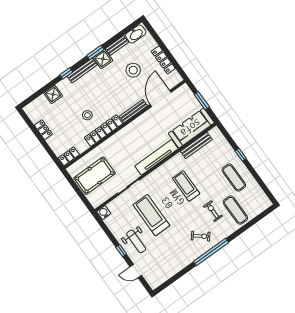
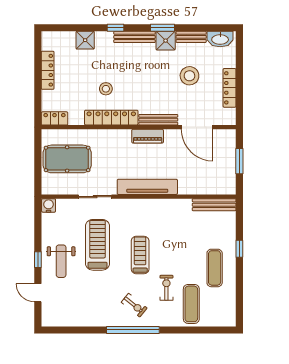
door: (161, 98) -> (197, 127), swing flipped
piano: (134, 126) -> (148, 136), added
sofa: (191, 128) -> (207, 182), removed
locker: (43, 130) -> (48, 70), width x1.53
bench: (196, 145) -> (214, 205), moved
treadmill: (186, 186) -> (140, 255), moved

